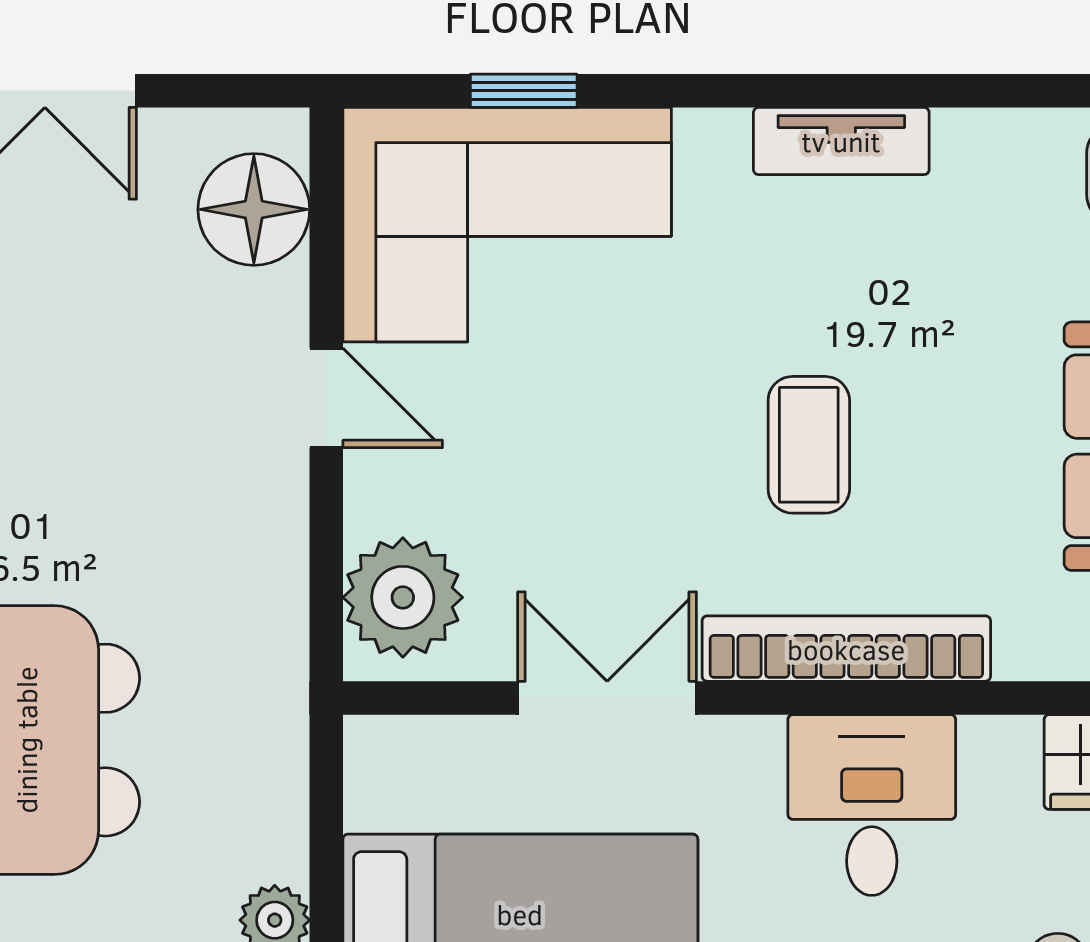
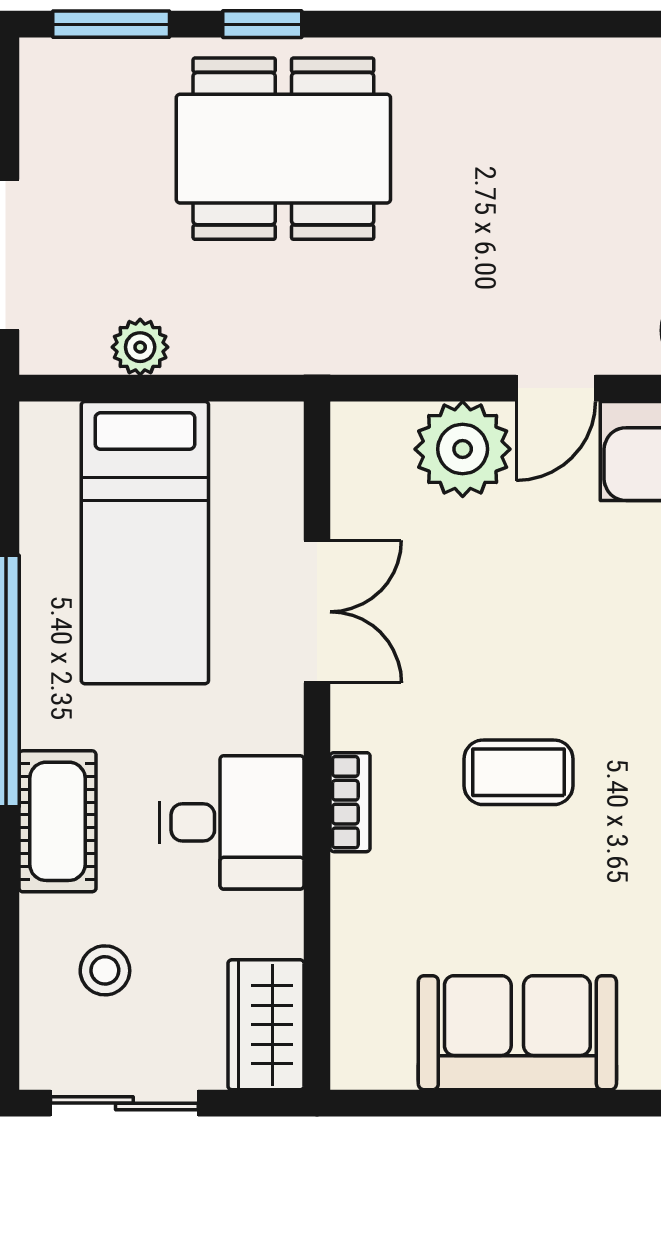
plant: (403, 597) -> (463, 449), moved
bookcase: (846, 649) -> (350, 802), width x0.43, depth x0.76

